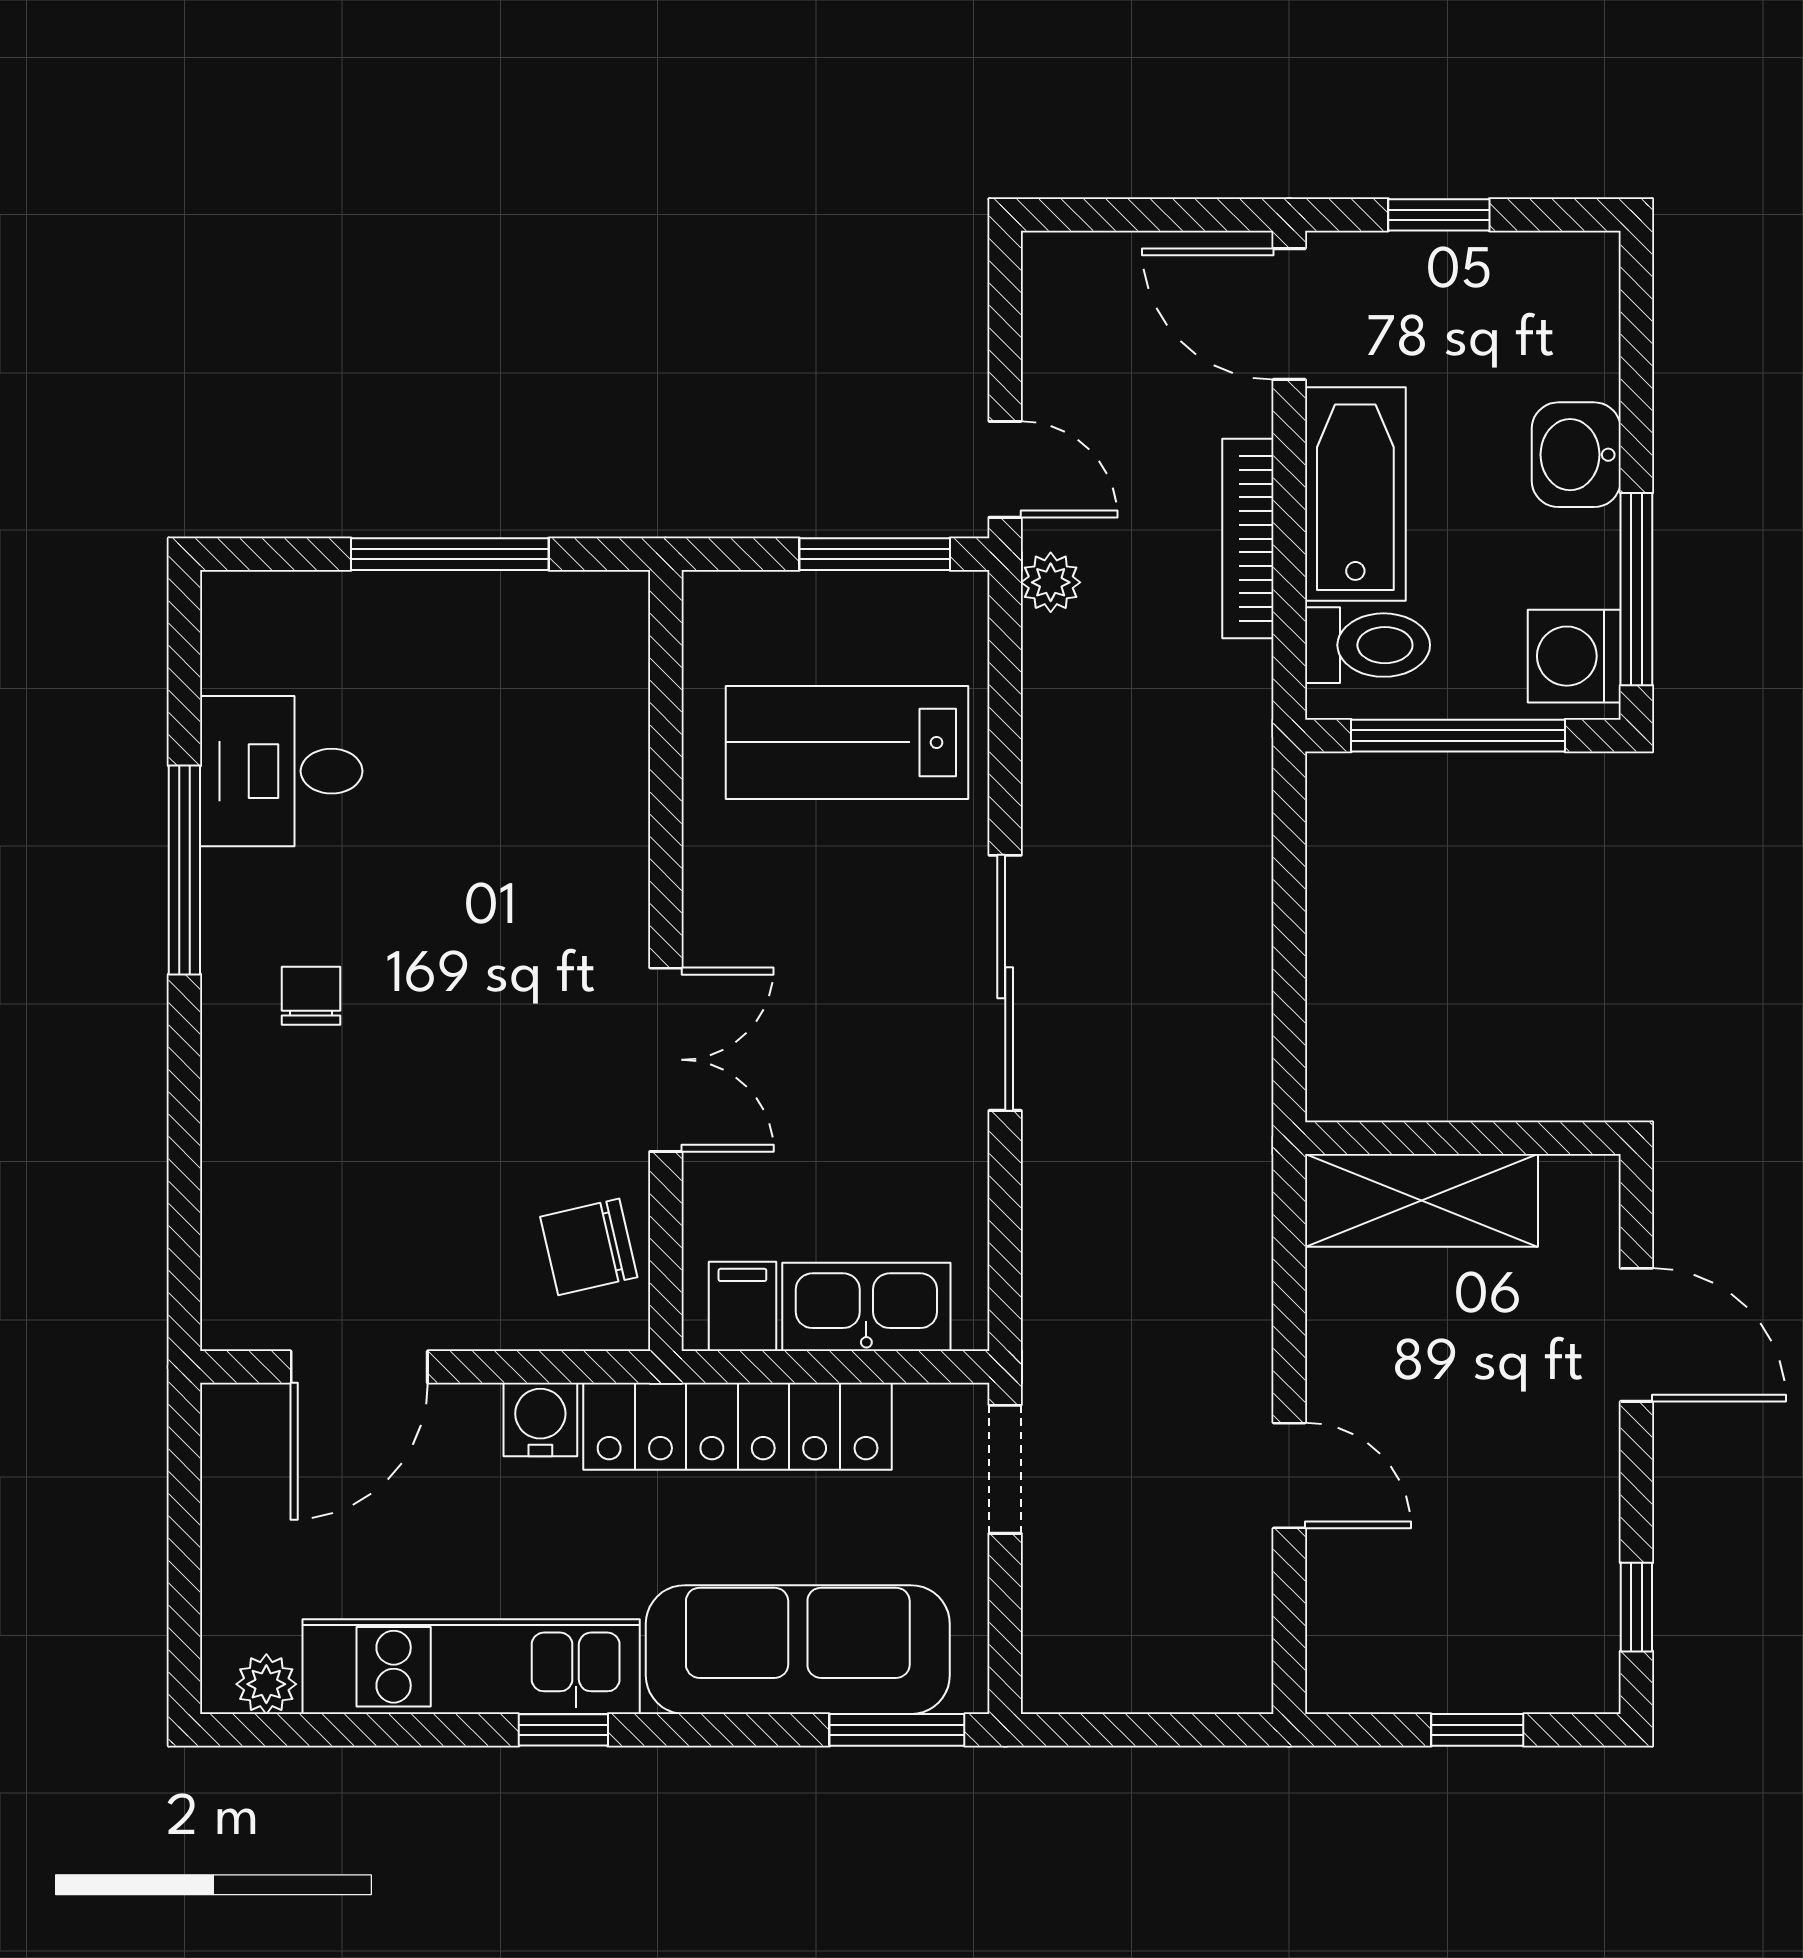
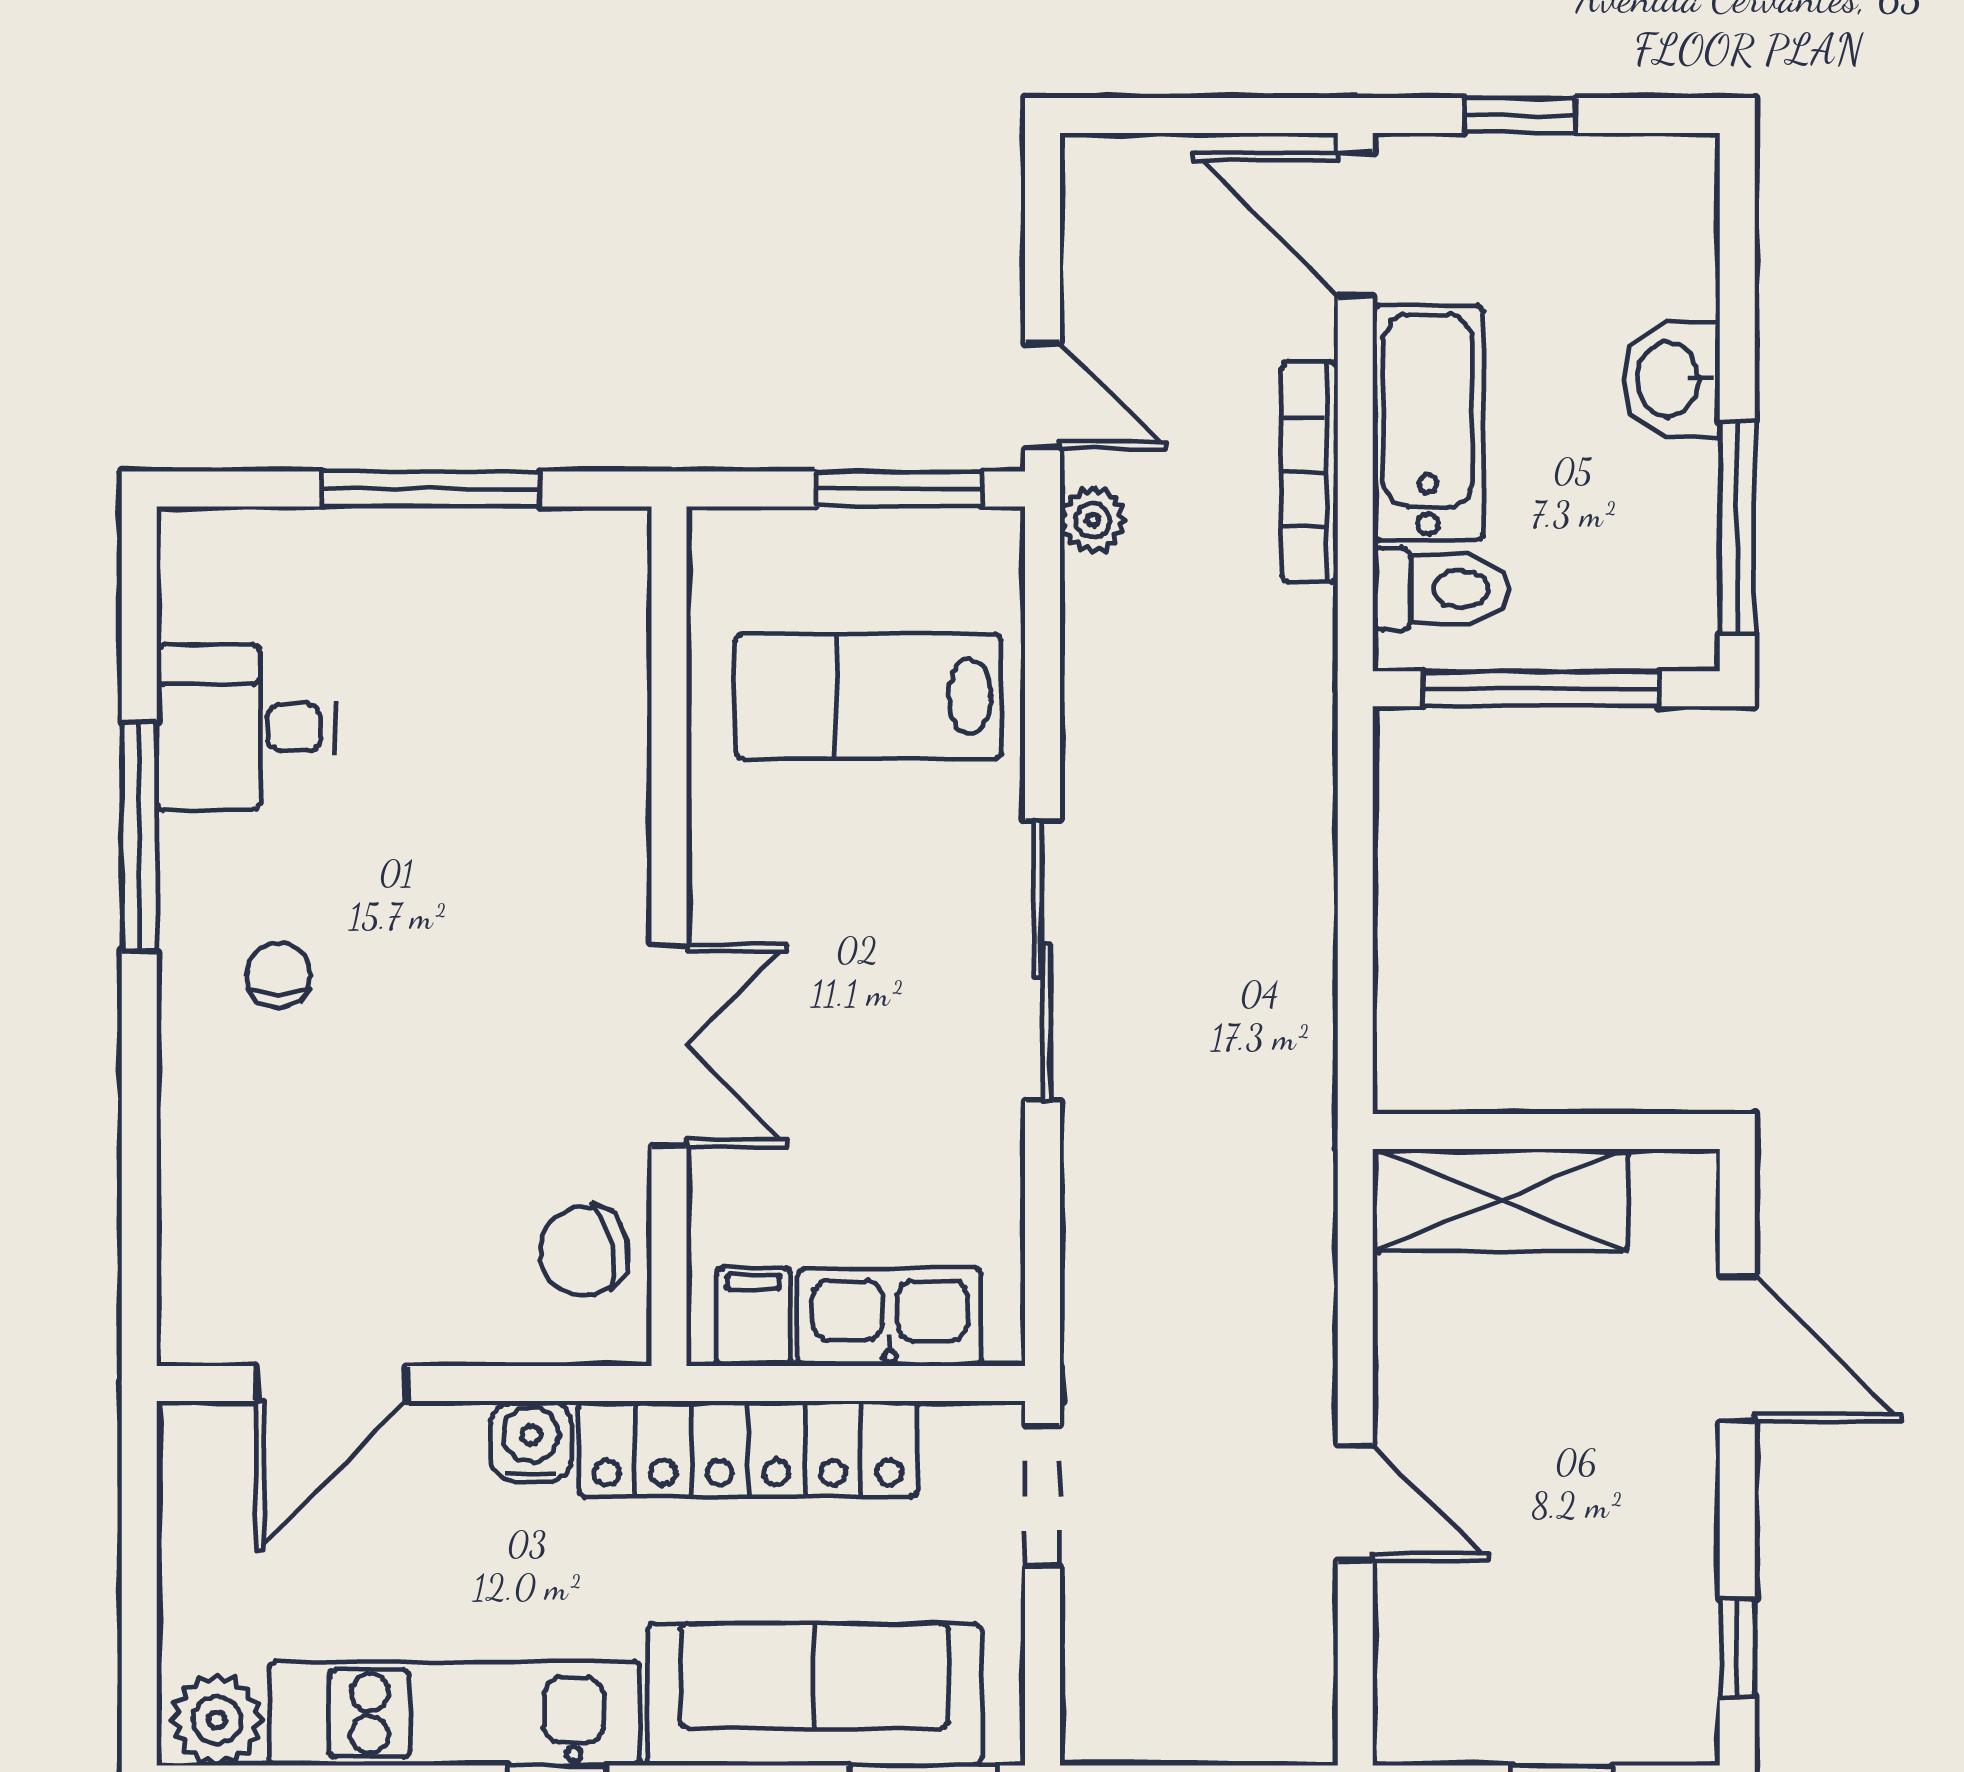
washing machine: (1574, 656) -> (1669, 601), removed
plant: (266, 1684) -> (217, 1720), width x1.38, depth x1.38

